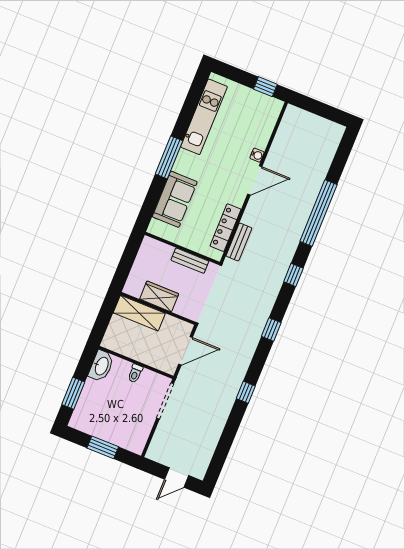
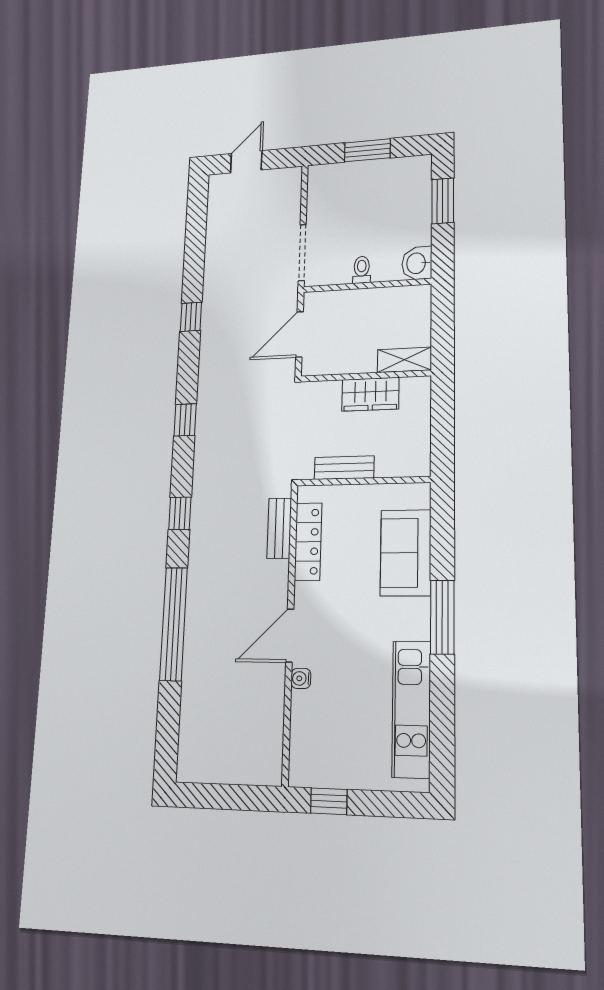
shelving: (139, 313) -> (404, 360), width x0.67, depth x0.75
washbasin: (101, 366) -> (417, 263), width x0.72

